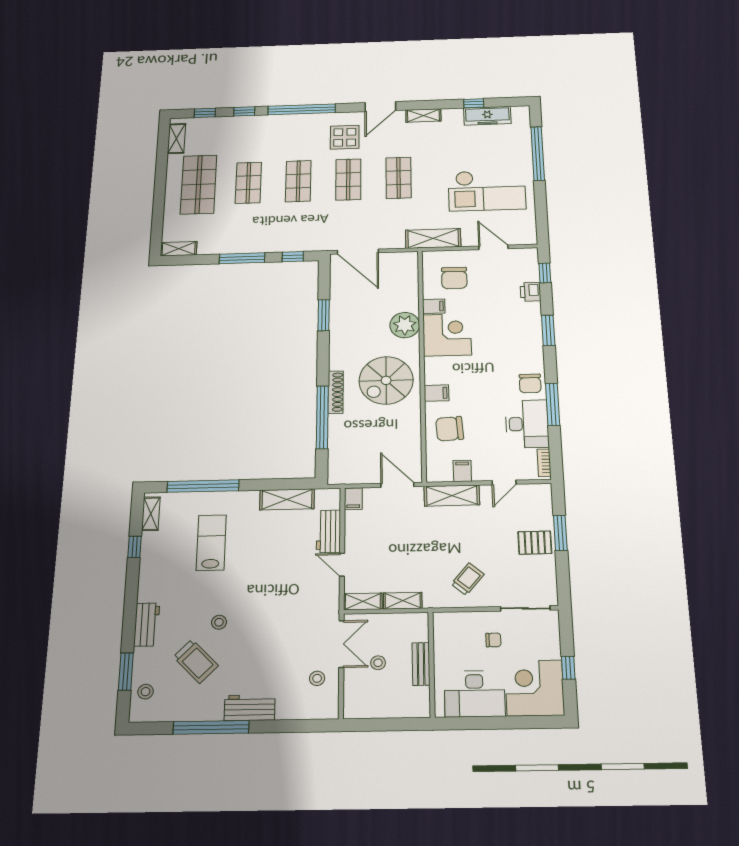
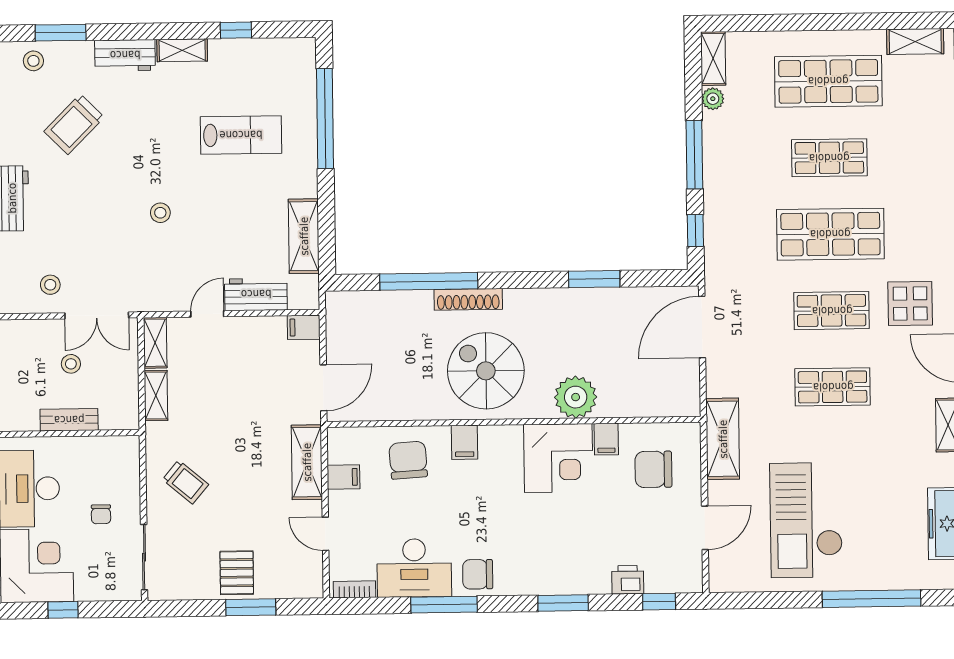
shop shelf: (298, 181) -> (830, 234), width x1.43, depth x1.36
plant: (205, 248) -> (713, 99), added
shelving: (151, 514) -> (182, 50), moved
stool: (219, 622) -> (160, 213), moved

